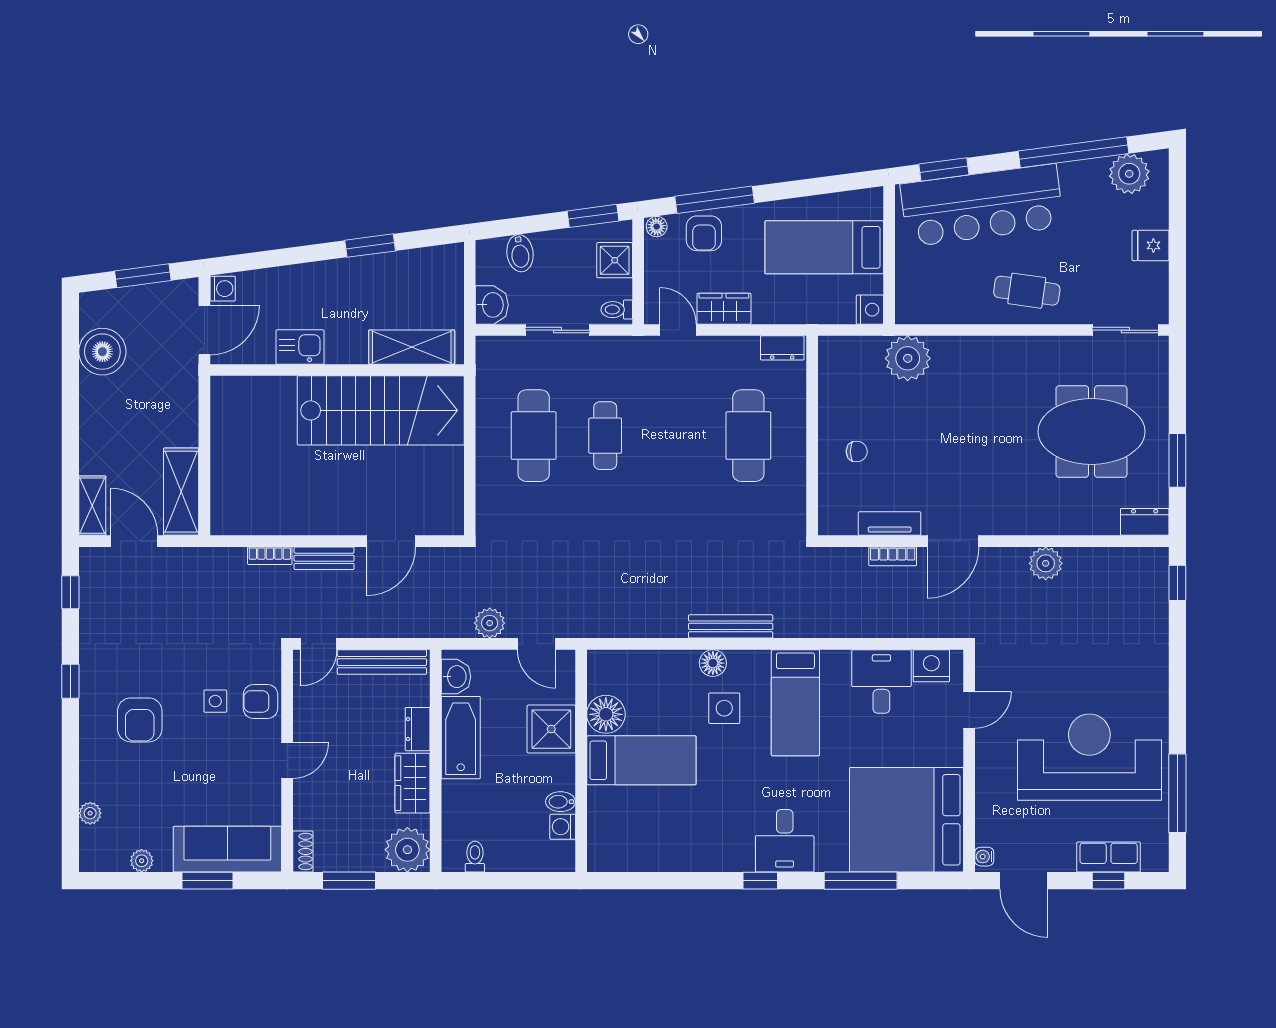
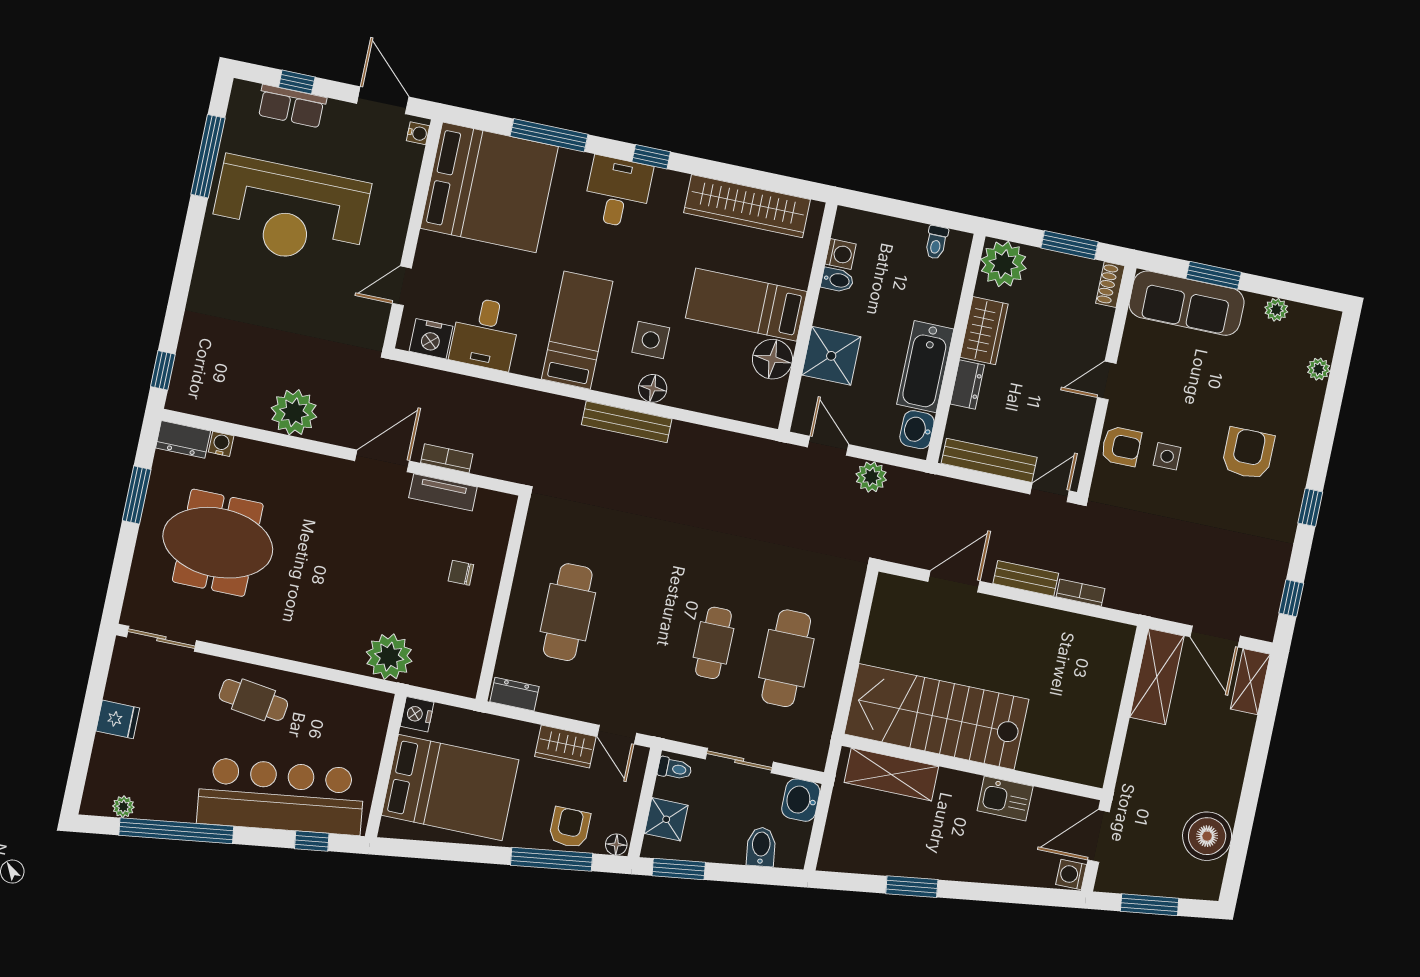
window: (944, 169) -> (312, 841), width x0.67
plant: (1129, 174) -> (123, 807), width x0.53, depth x0.53
bed: (824, 247) -> (450, 787), width x1.50
water cooler: (1108, 525) -> (221, 444), added
plant: (1046, 563) -> (294, 412), width x1.36, depth x1.36
wardrobe: (660, 853) -> (747, 206), added

